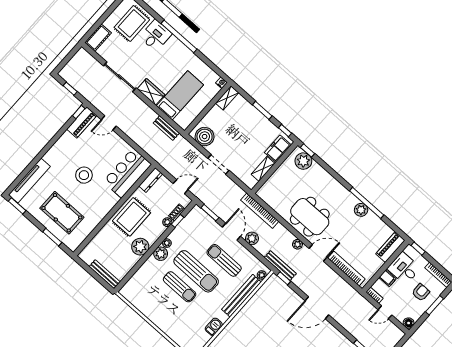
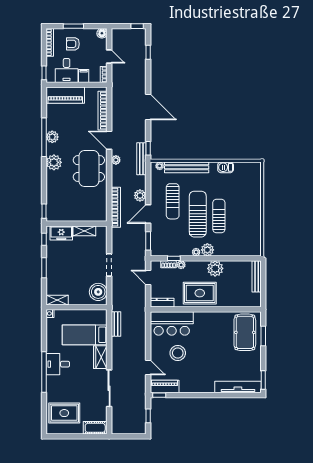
desk: (156, 35) -> (58, 364), moved
plant: (303, 161) -> (54, 162), moved
stool: (84, 175) -> (178, 353), moved
pool table: (62, 213) -> (245, 332), moved
piano: (390, 247) -> (65, 95), width x1.37, depth x1.33

